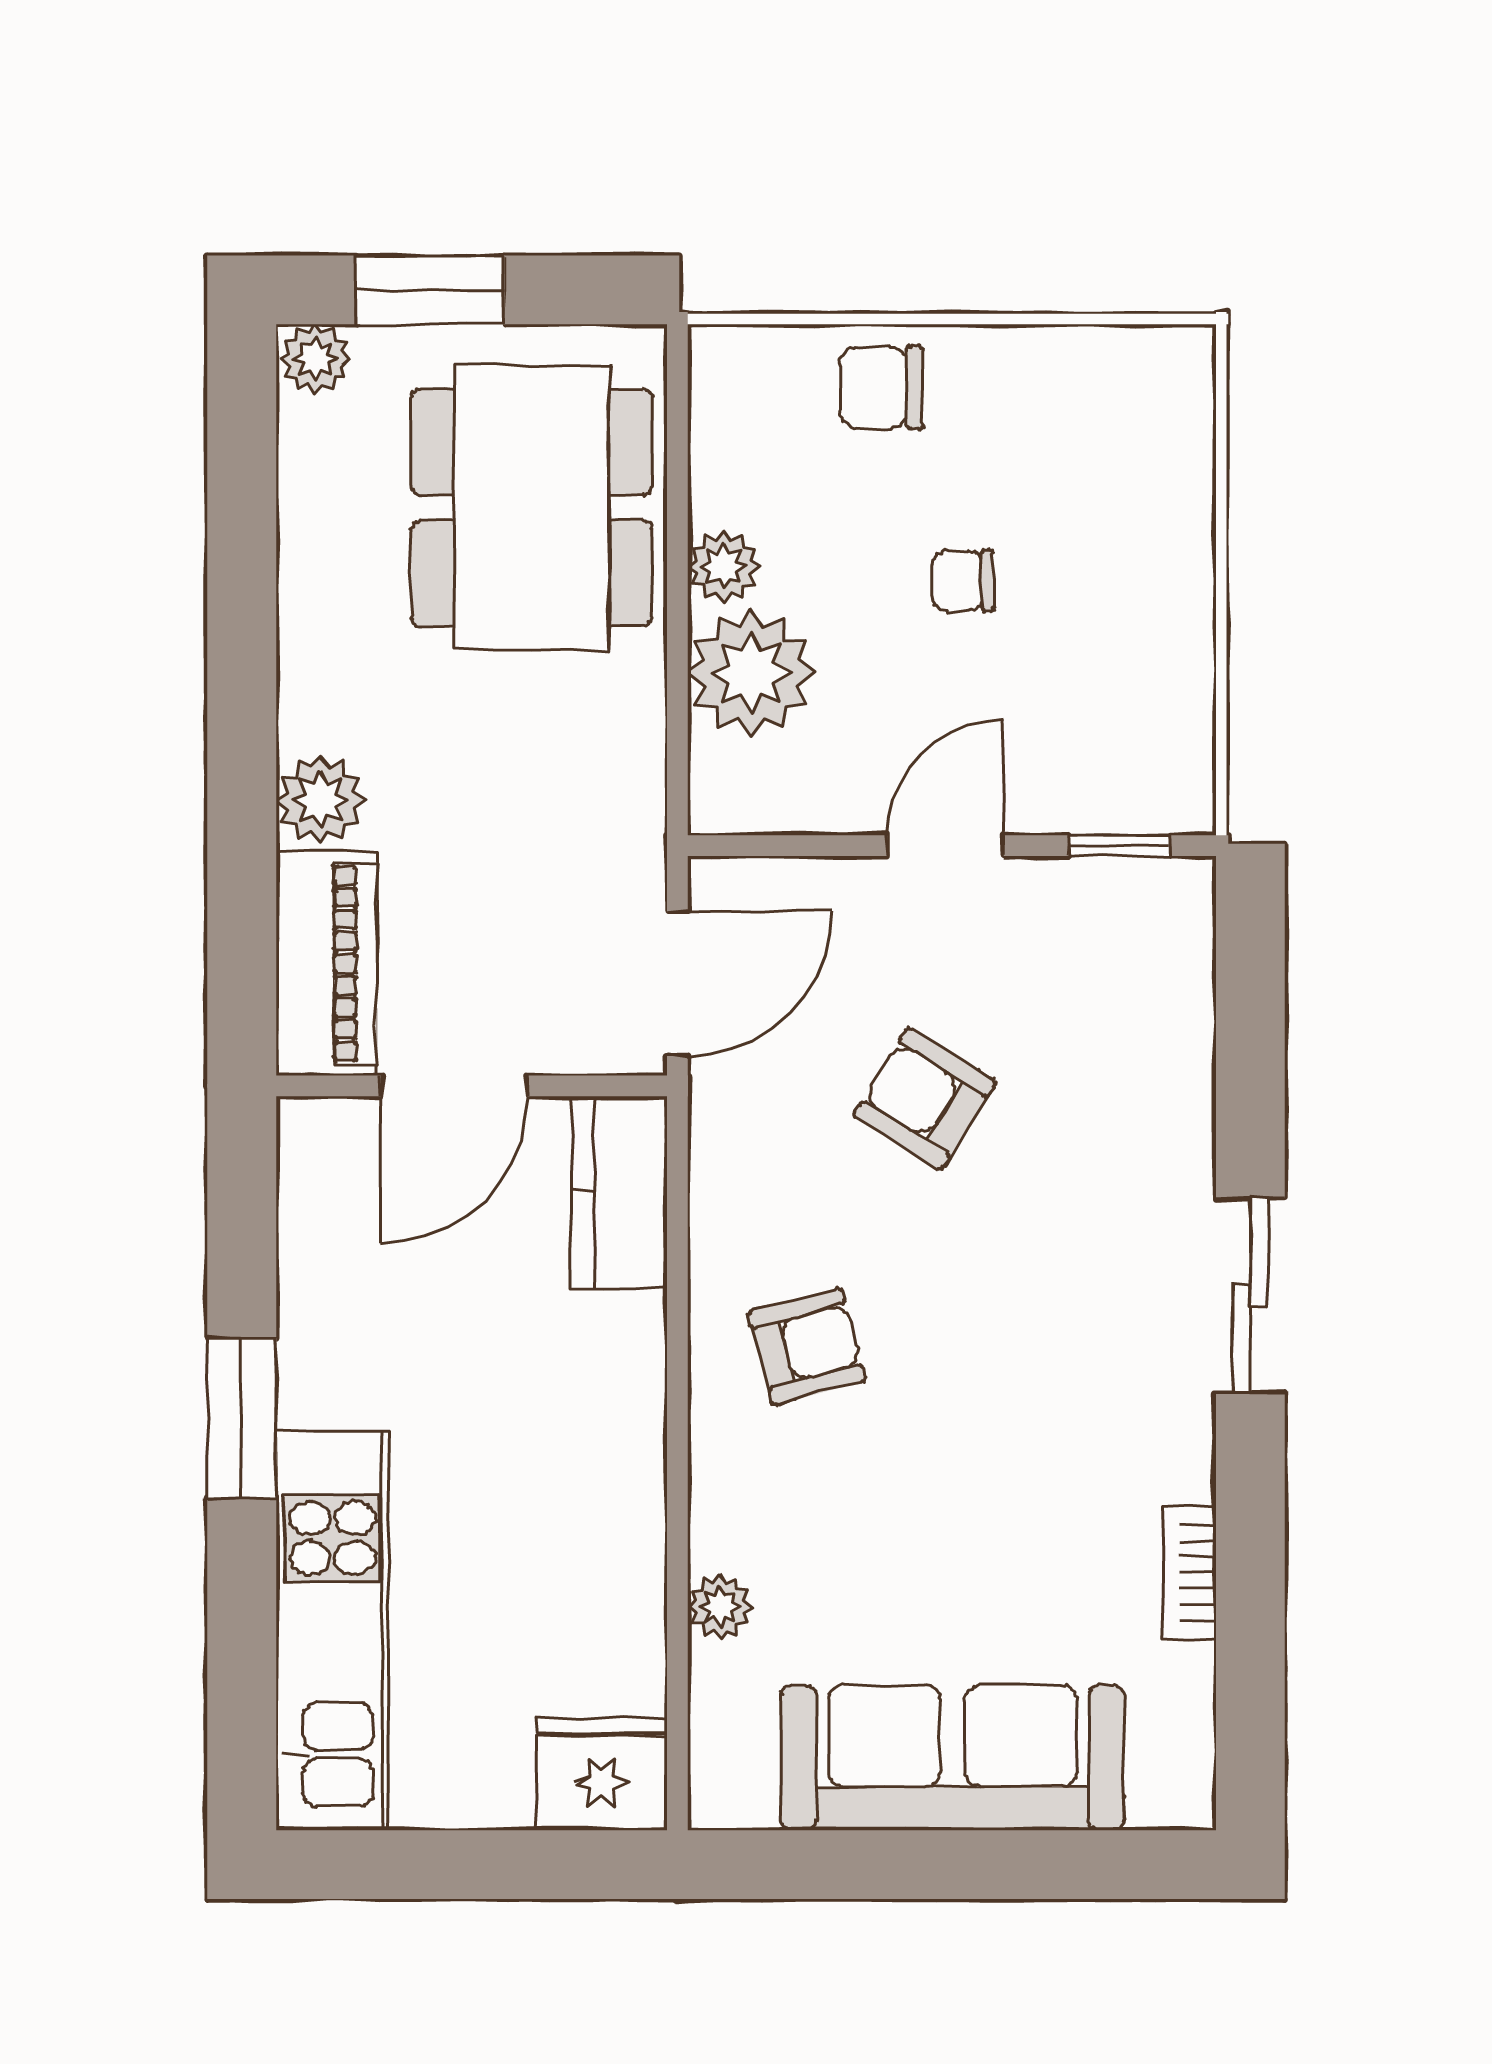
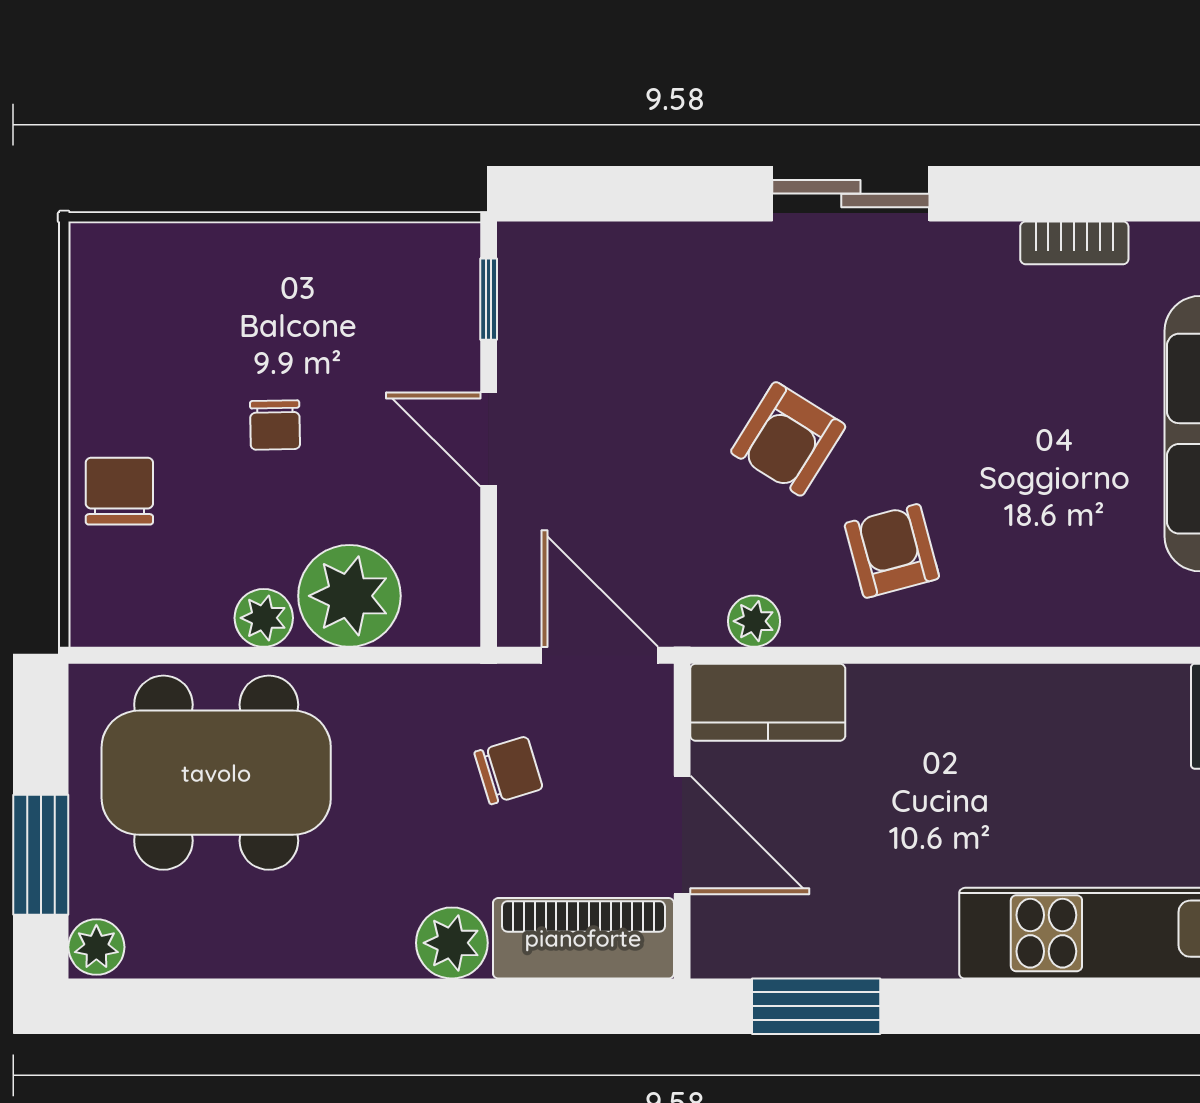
chair: (881, 387) -> (119, 491), turned 180
chair: (535, 870) -> (509, 770), added
armchair: (925, 1099) -> (788, 439), moved
window: (242, 1418) -> (816, 1006), moved
plant: (720, 1607) -> (754, 621), moved

